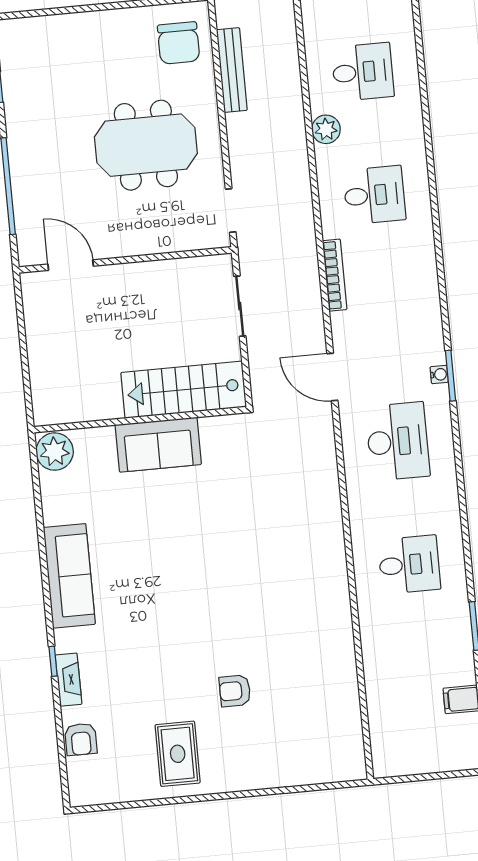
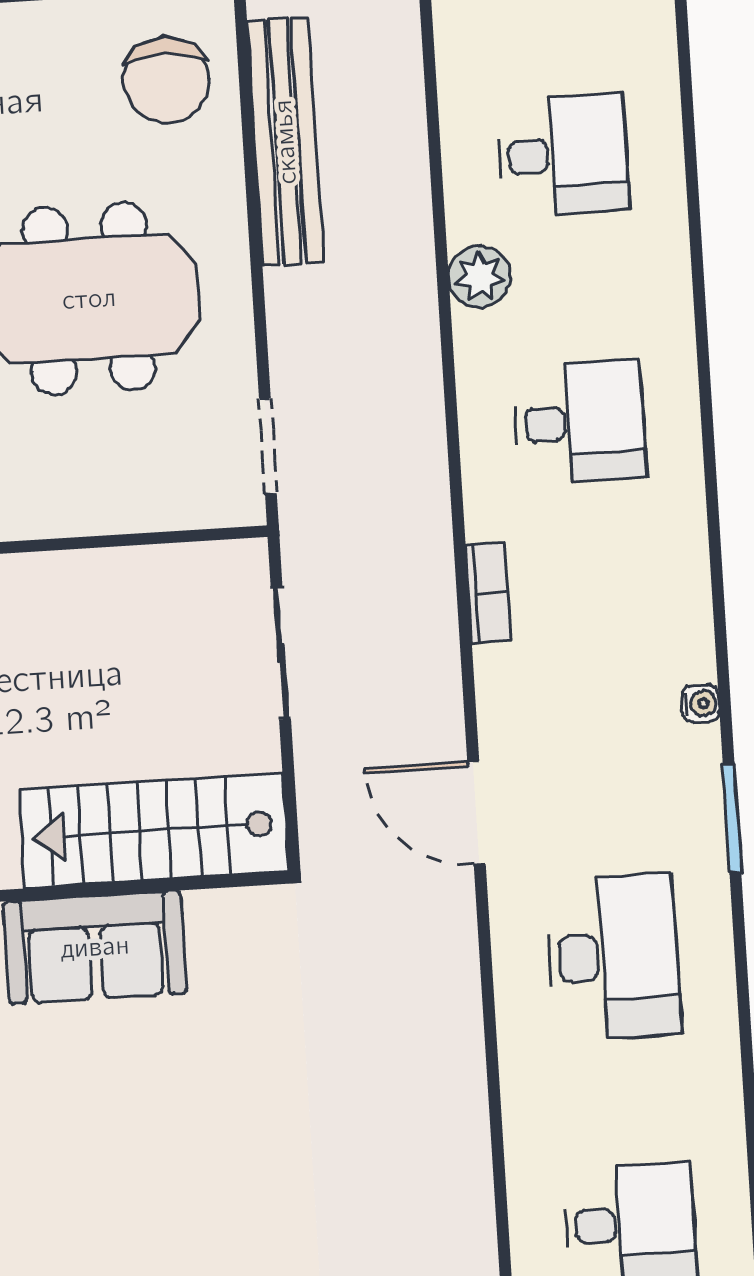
bench: (232, 70) -> (285, 142), width x1.37, depth x1.21
bookcase: (335, 275) -> (488, 593), width x0.64
water cooler: (439, 374) -> (701, 704), moved

